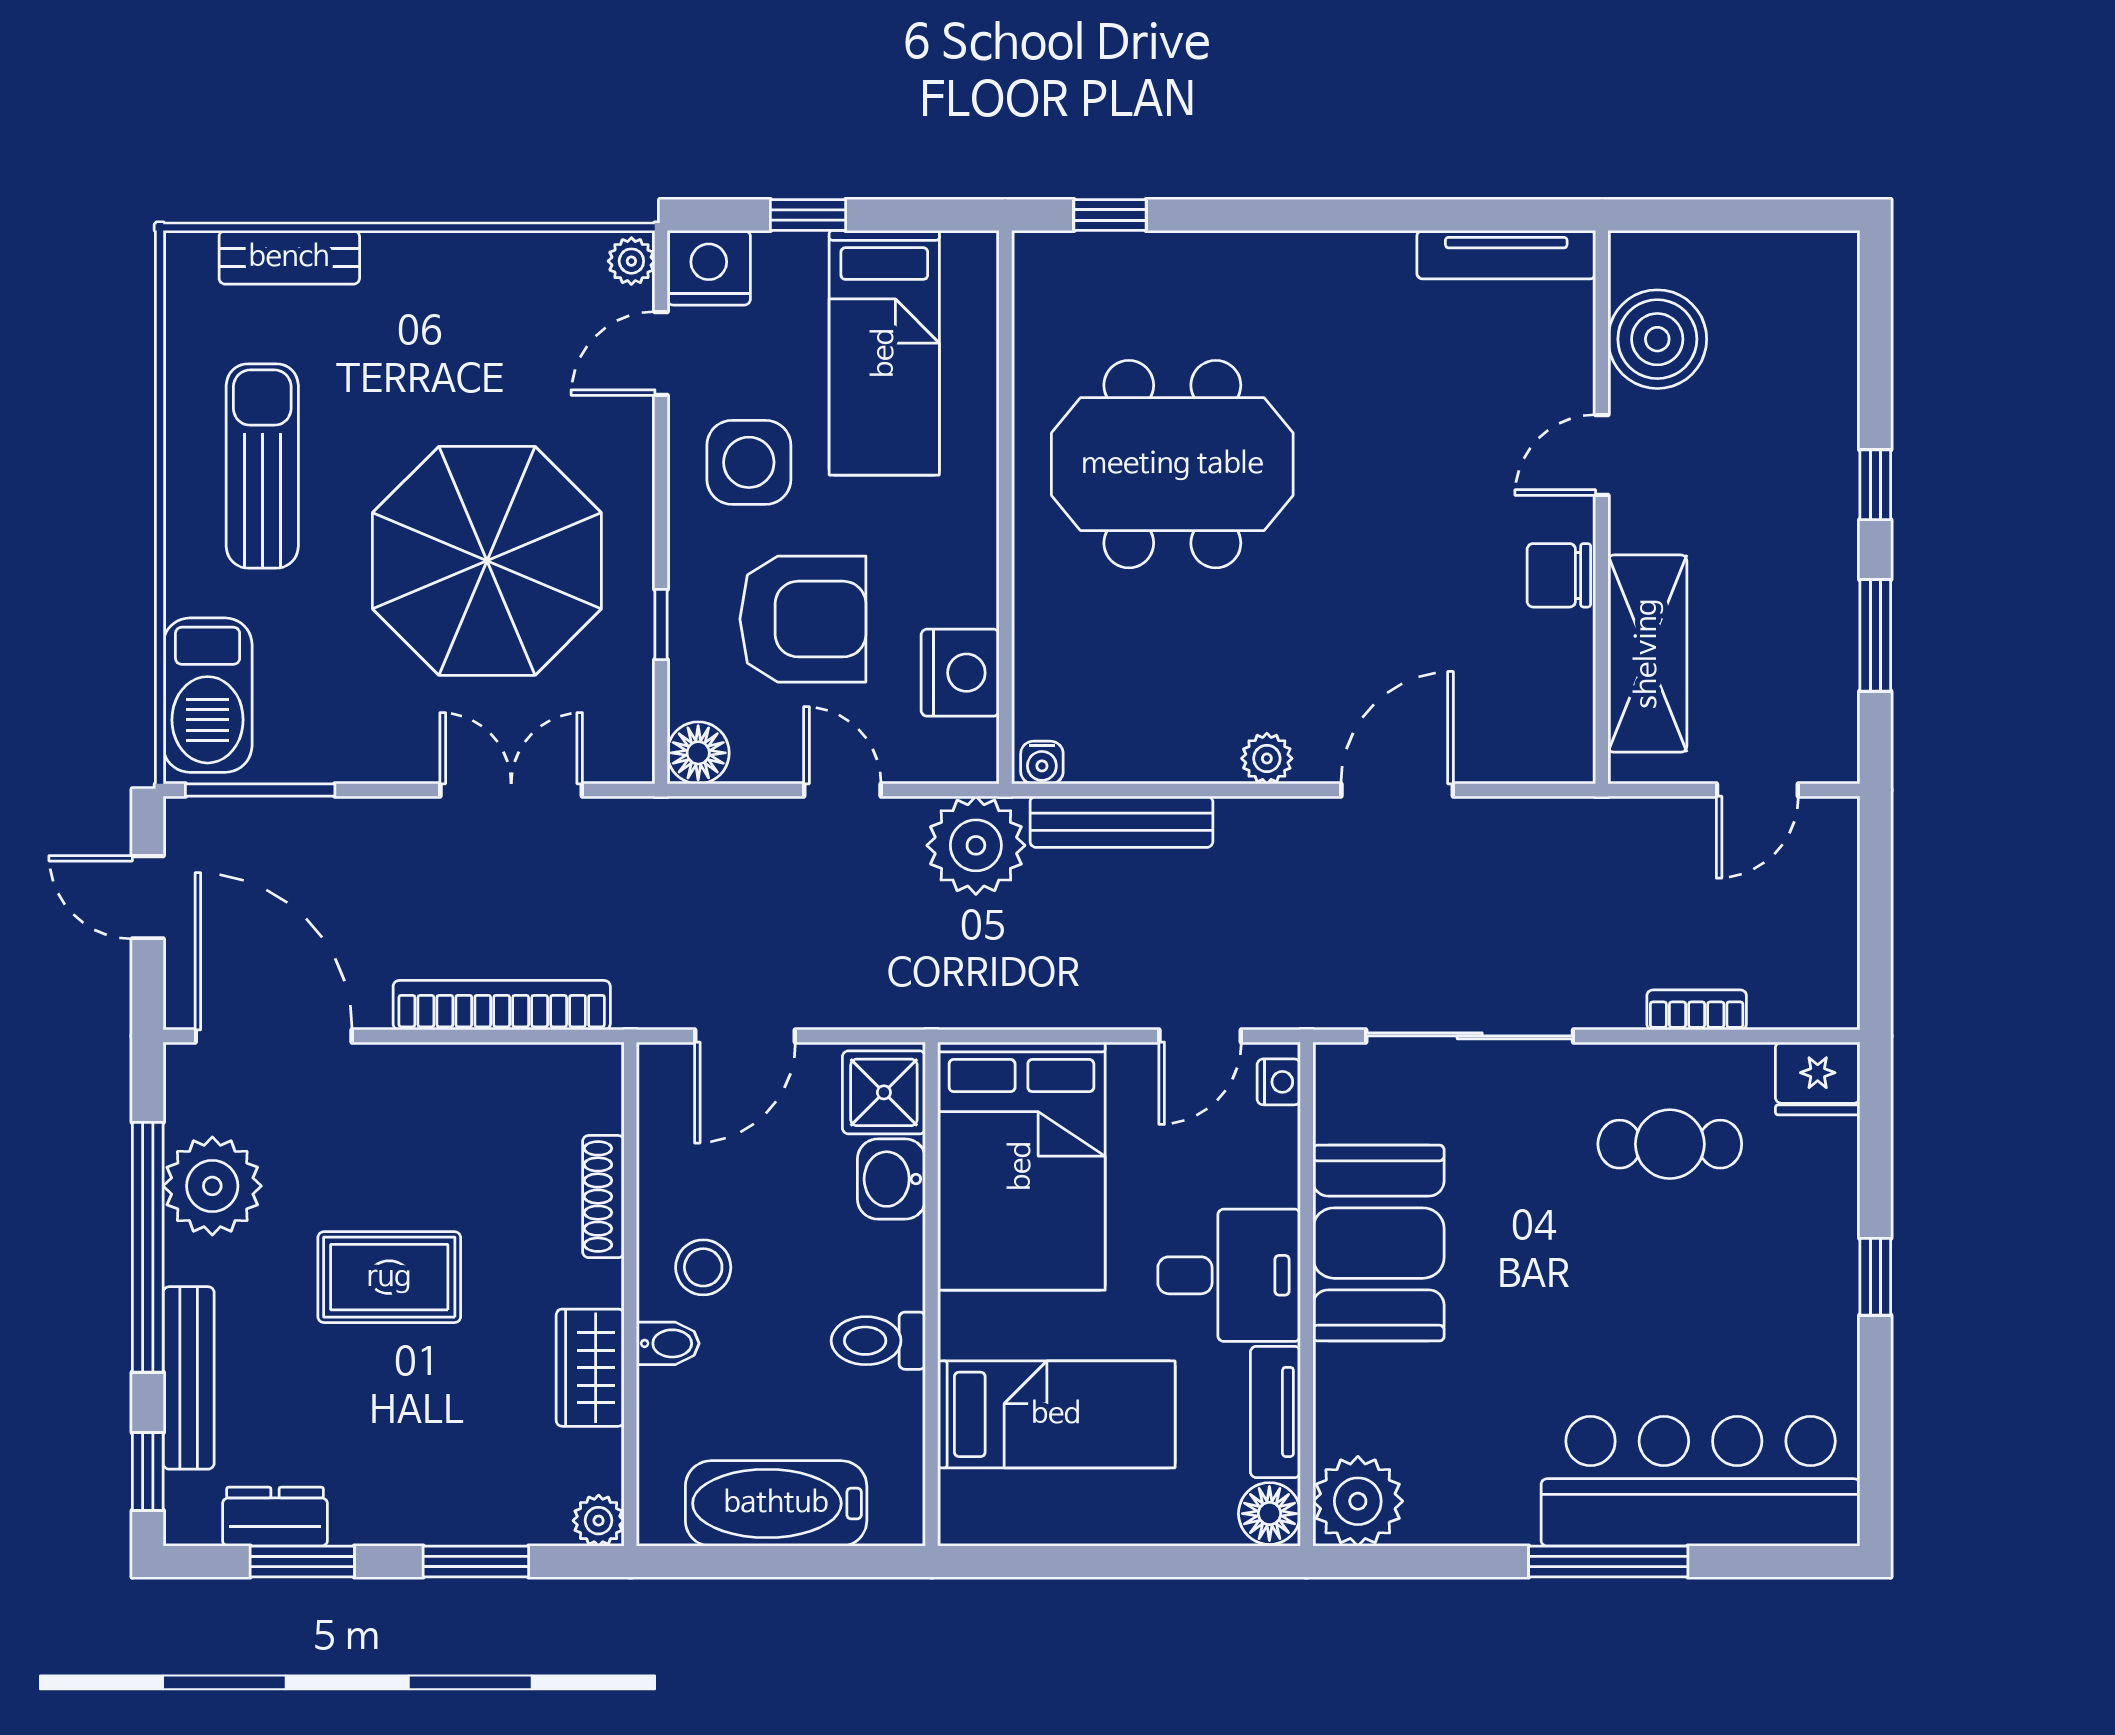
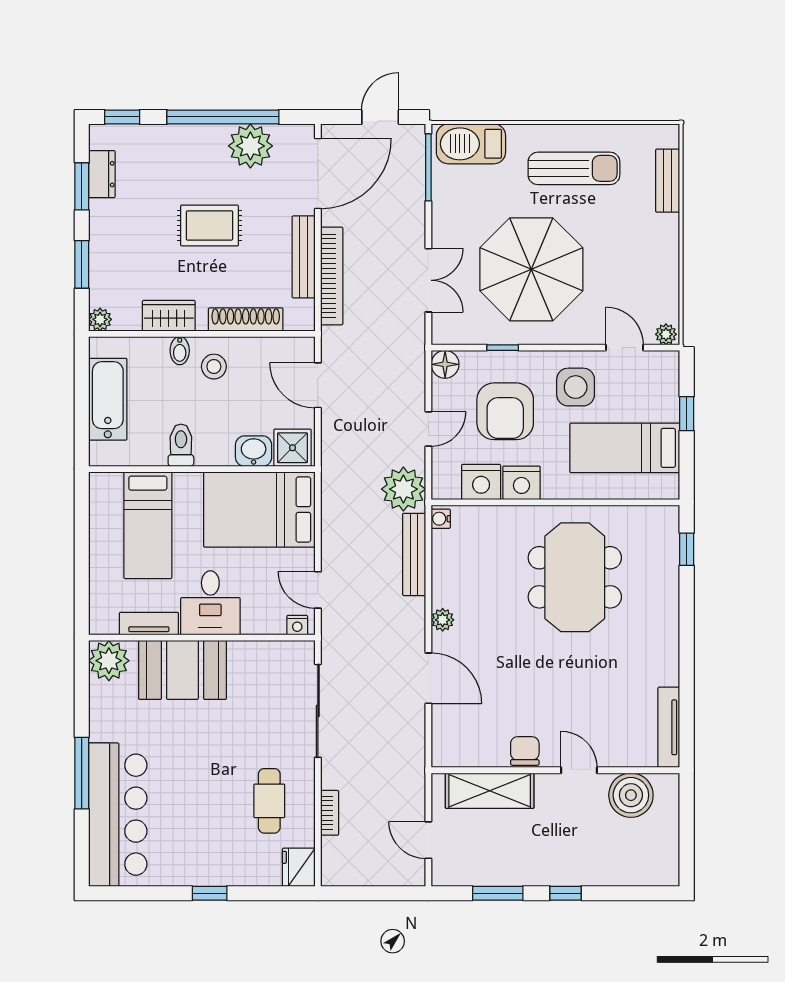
nightstand: (709, 268) -> (521, 483), moved, turned 90
shoe rack: (603, 1197) -> (246, 319), width x1.36, depth x1.24
booth: (1378, 1243) -> (182, 670), moved
rug: (389, 1277) -> (209, 225), turned 90
bench: (189, 1378) -> (304, 257), moved, turned 90
floor lamp: (1269, 1514) -> (103, 621), removed

